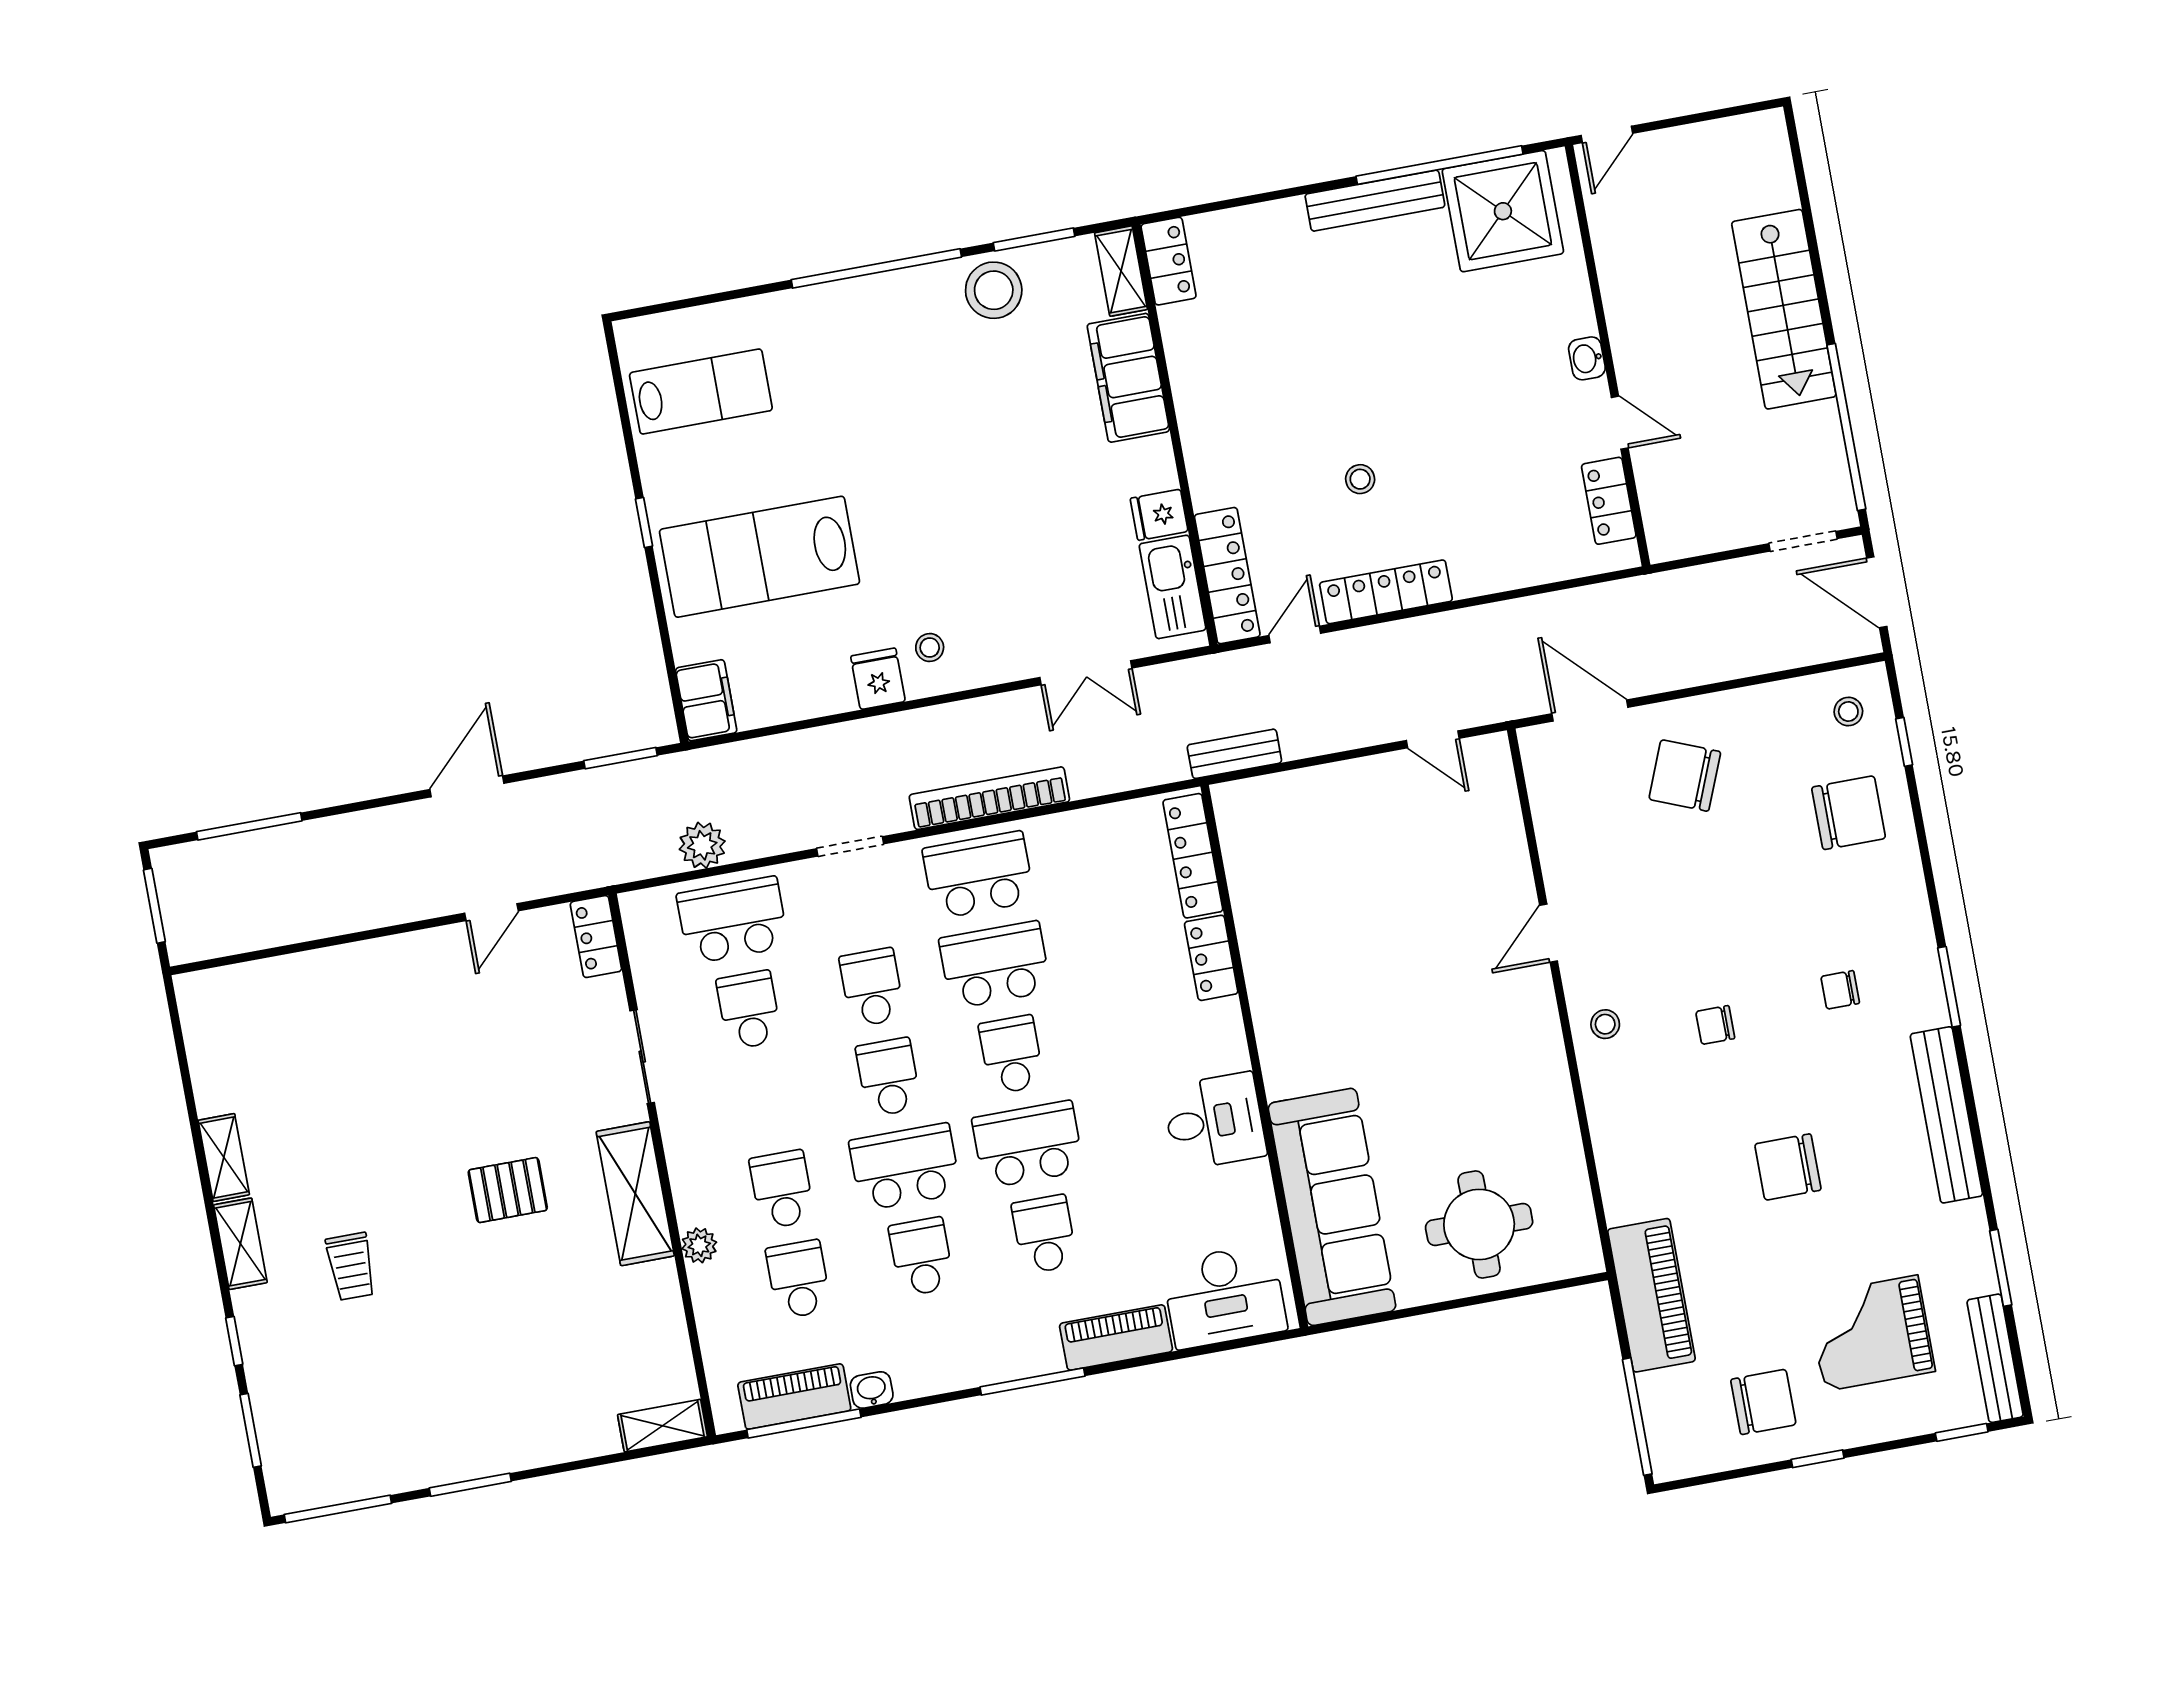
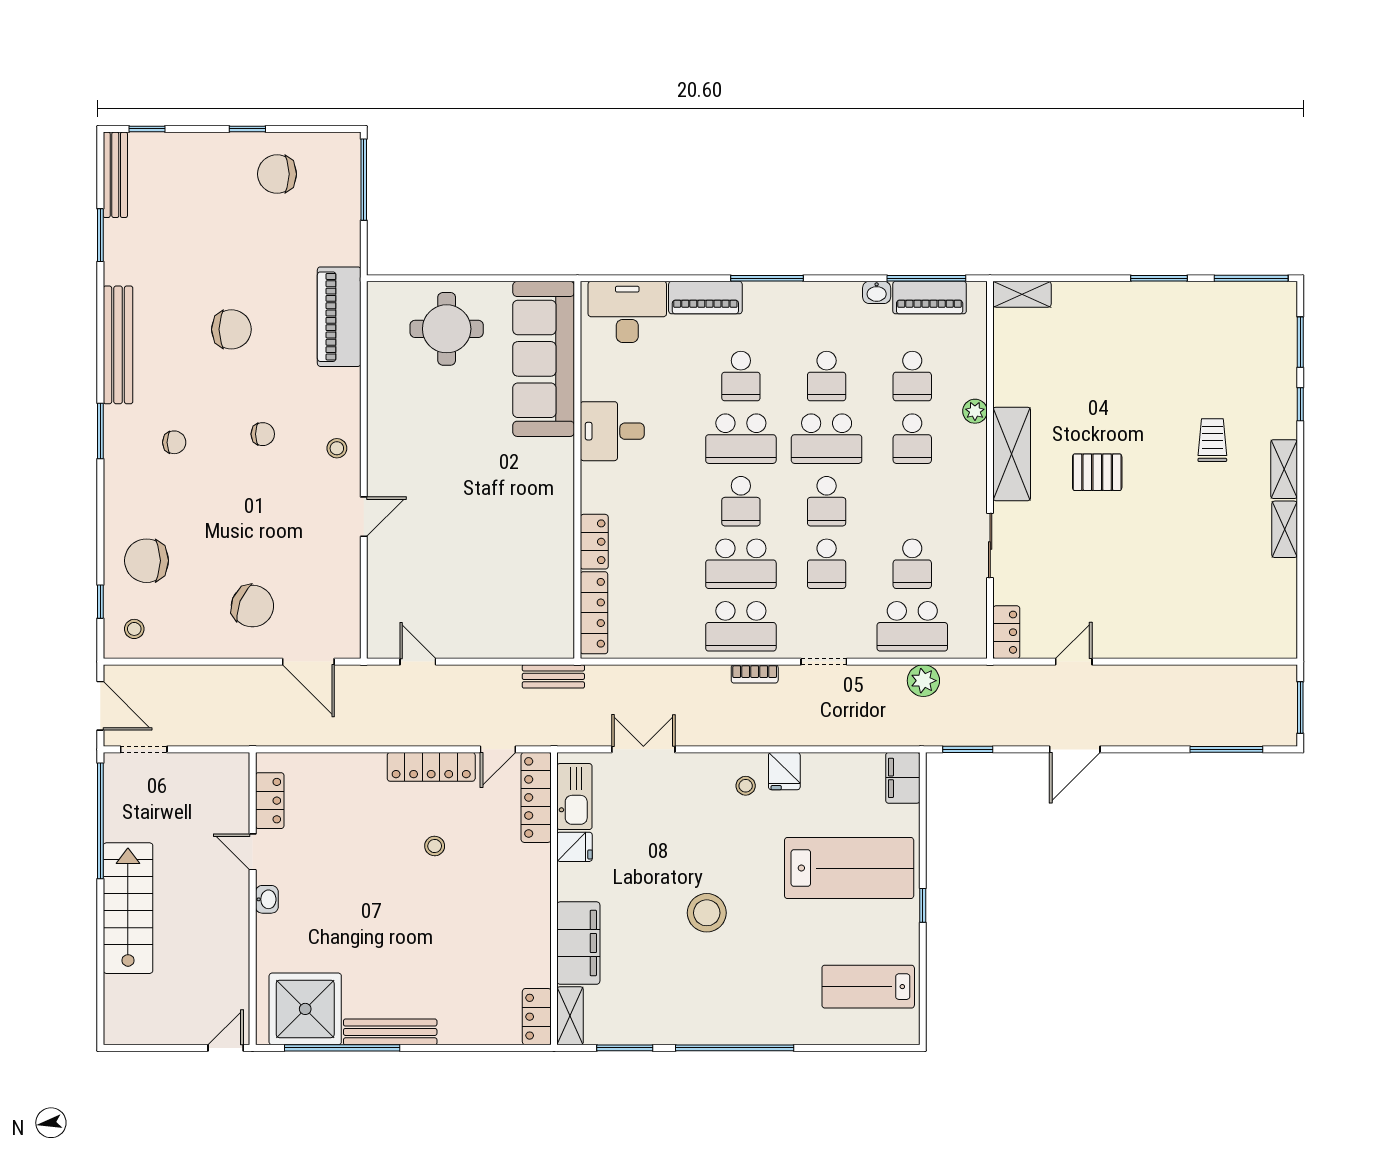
stool: (994, 290) -> (707, 913), moved
bookcase: (989, 798) -> (755, 674), width x0.43, depth x0.76
piano: (1651, 1295) -> (339, 317), moved
grand piano: (1871, 1333) -> (196, 207), removed

